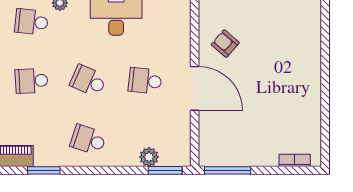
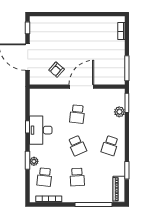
school desk: (88, 81) -> (77, 146), turned -48

